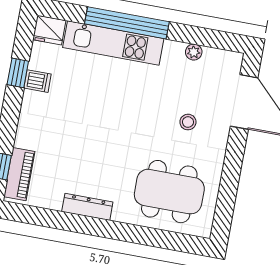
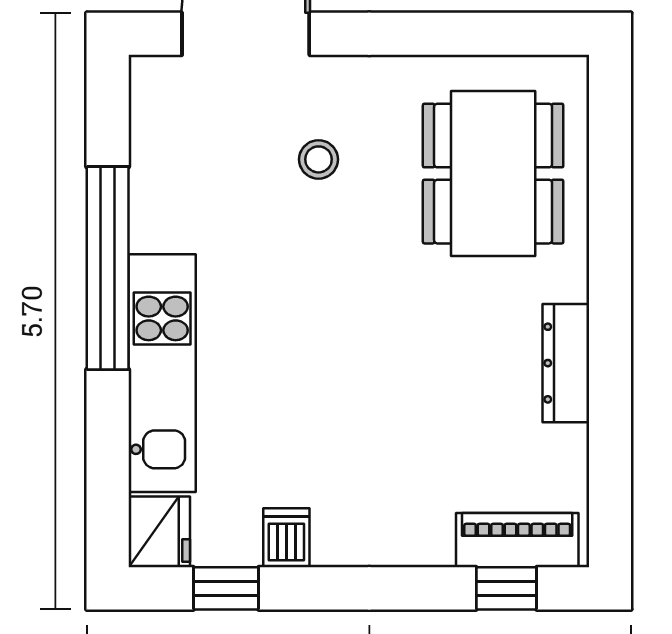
window: (127, 23) -> (108, 268), moved
plant: (194, 52) -> (148, 176), removed
window: (18, 73) -> (226, 588), moved

